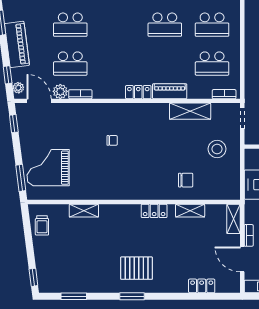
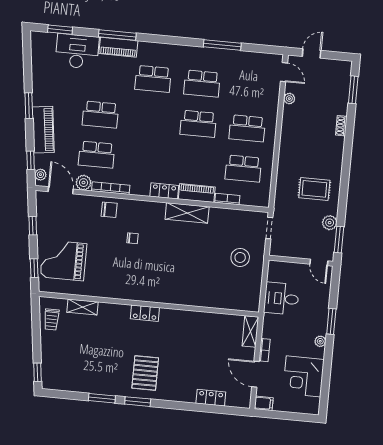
bookcase: (80, 94) -> (111, 188), width x1.56
bookcase: (224, 94) -> (227, 199), moved
shelving: (190, 111) -> (187, 213), moved
window: (14, 124) -> (33, 226), moved
window: (21, 178) -> (34, 268), width x0.67
chair: (186, 180) -> (109, 210), moved
shelving: (84, 211) -> (83, 307), moved
locker: (154, 211) -> (145, 313), moved
shelving: (190, 211) -> (206, 319), removed
pallet: (137, 268) -> (145, 373), turned 90
window: (74, 296) -> (102, 398), moved

